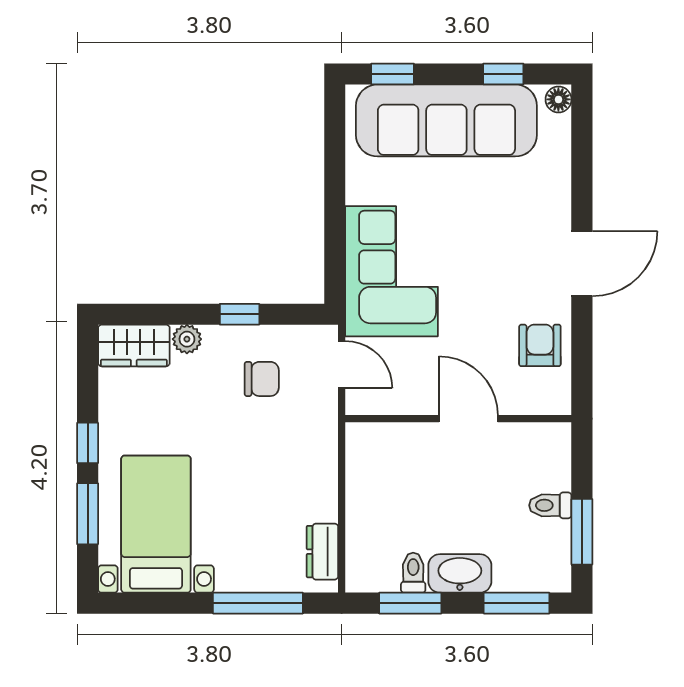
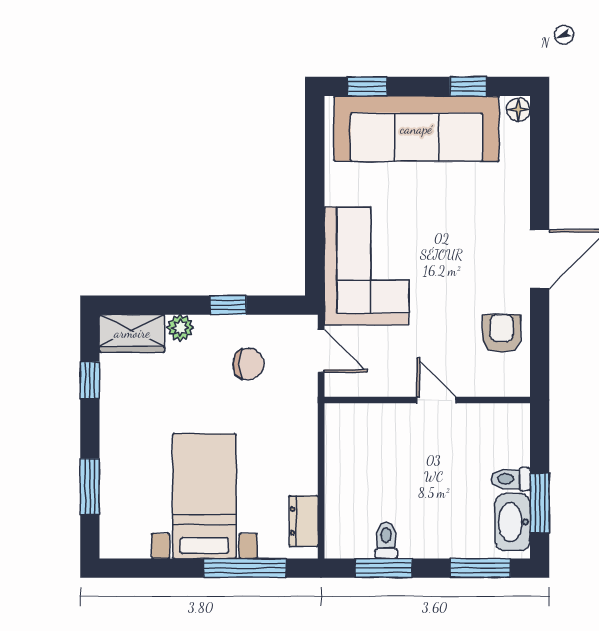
door: (468, 419) -> (436, 400), width x0.73
window: (88, 443) -> (90, 380), moved
bed with nightstands: (156, 524) -> (204, 496), moved
washbasin: (460, 573) -> (513, 522), moved, turned -90

